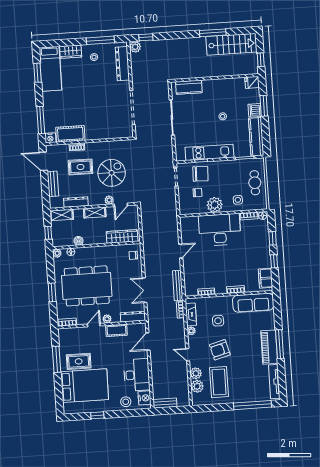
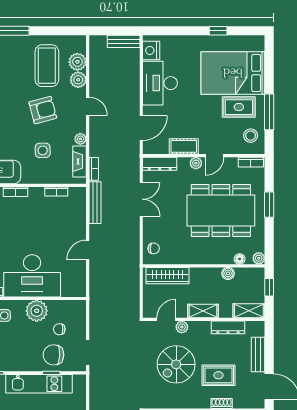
stool: (126, 402) -> (251, 136), moved

